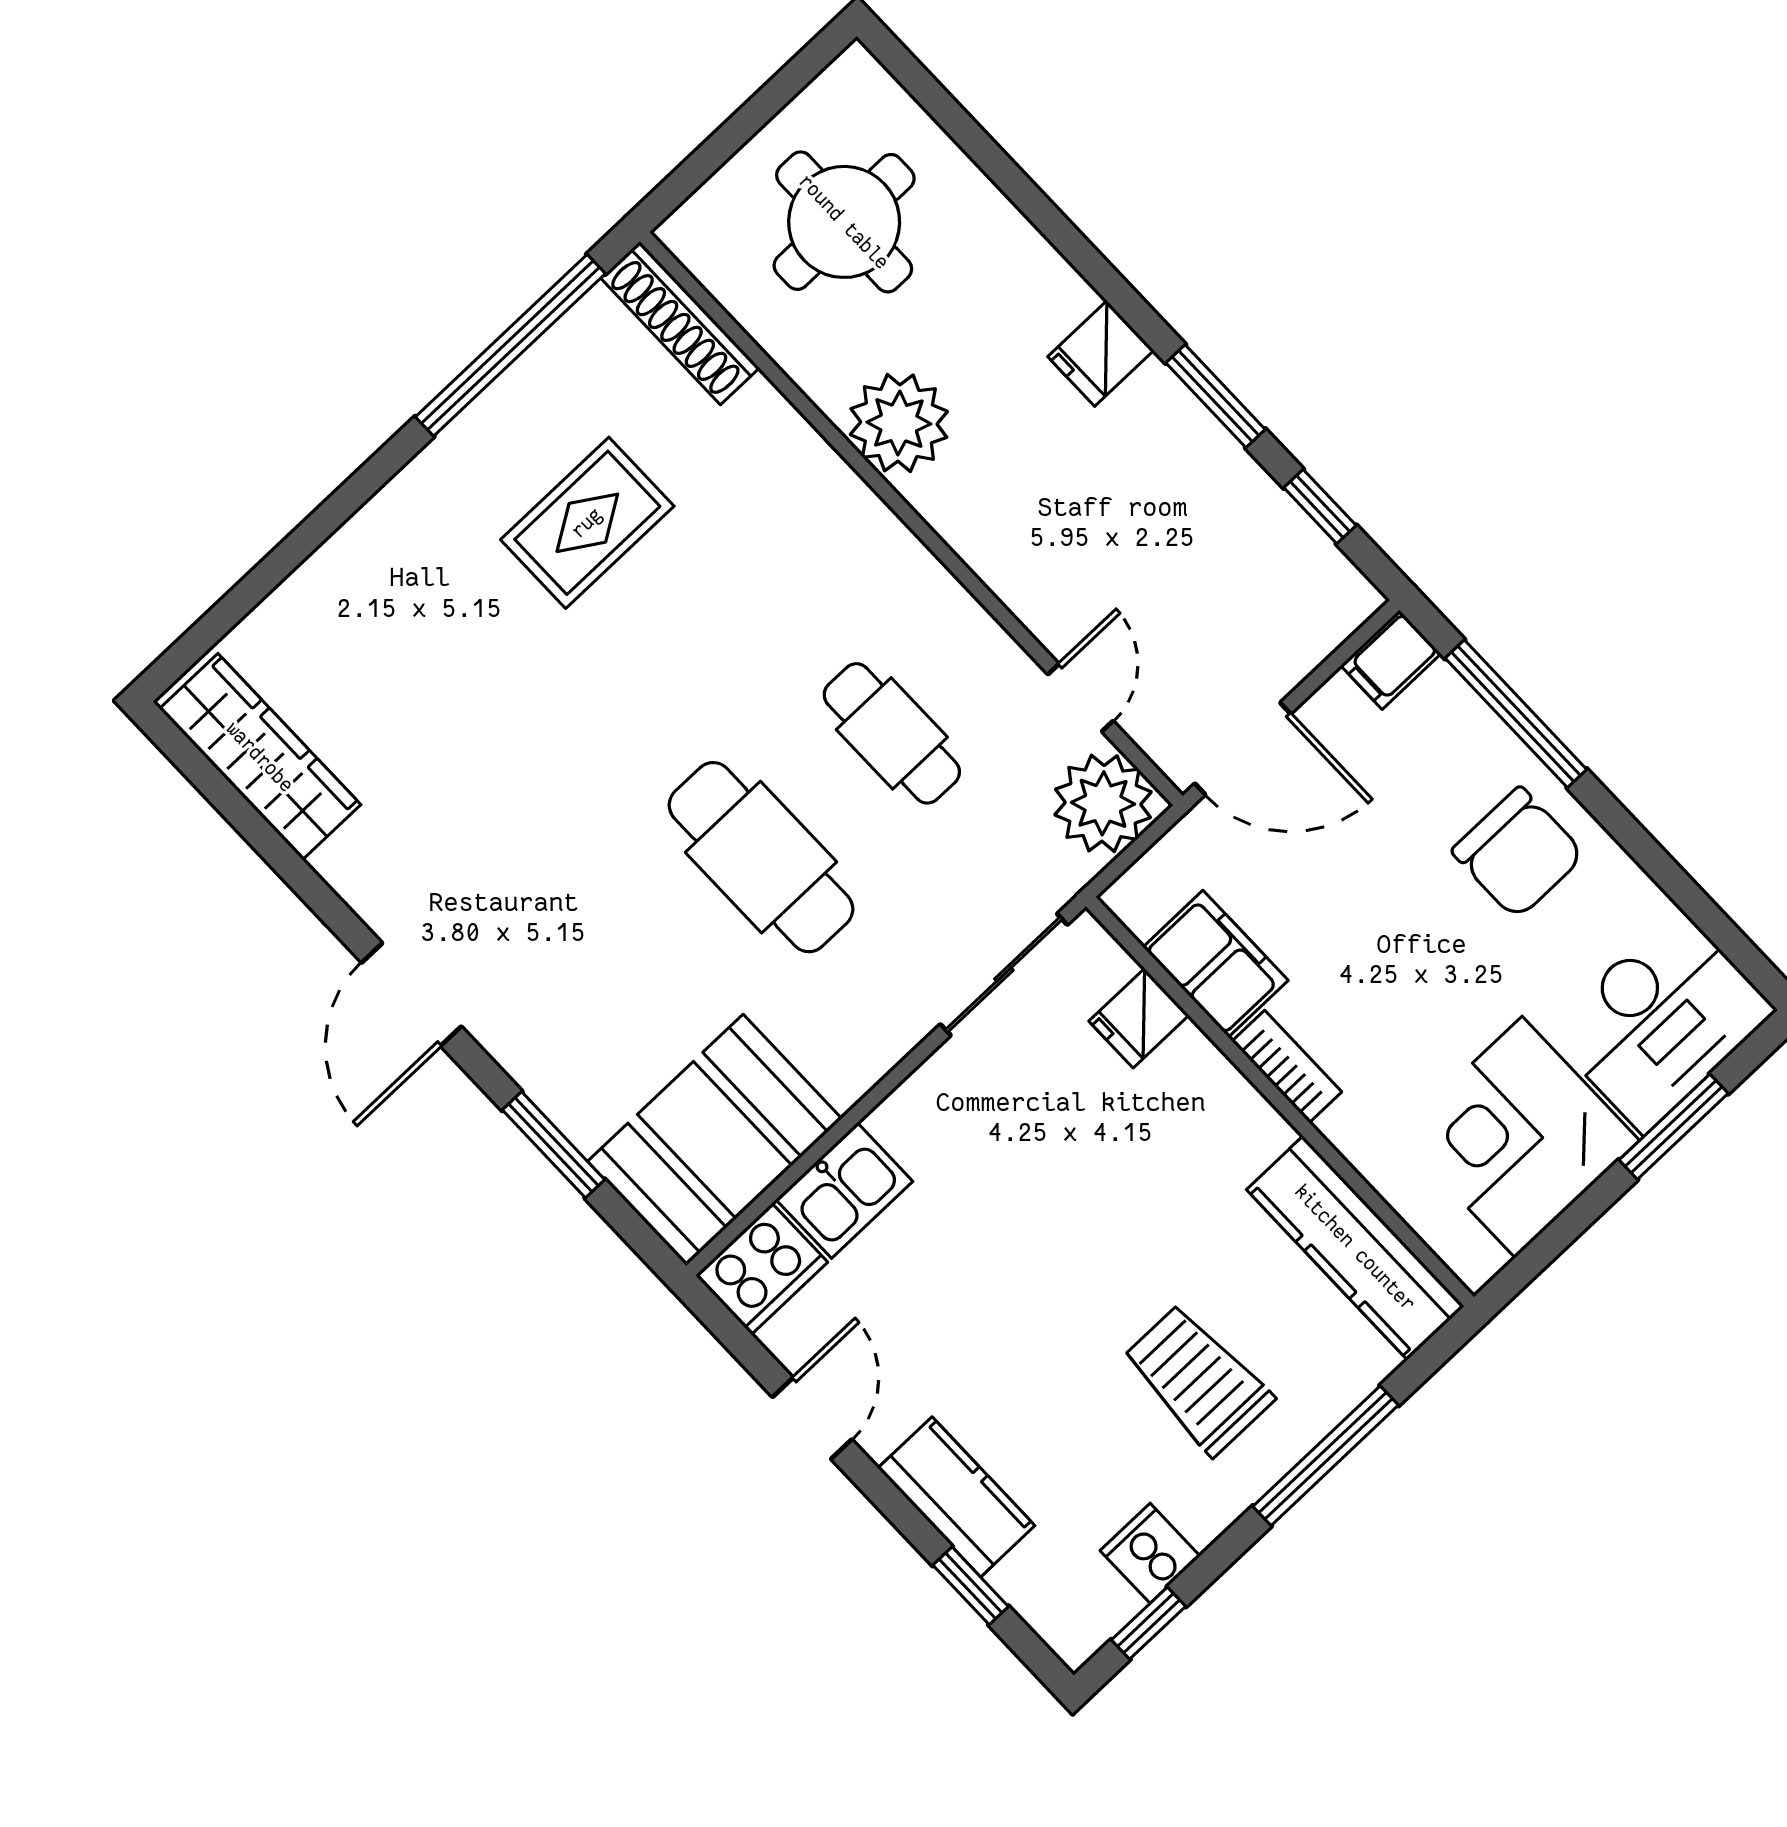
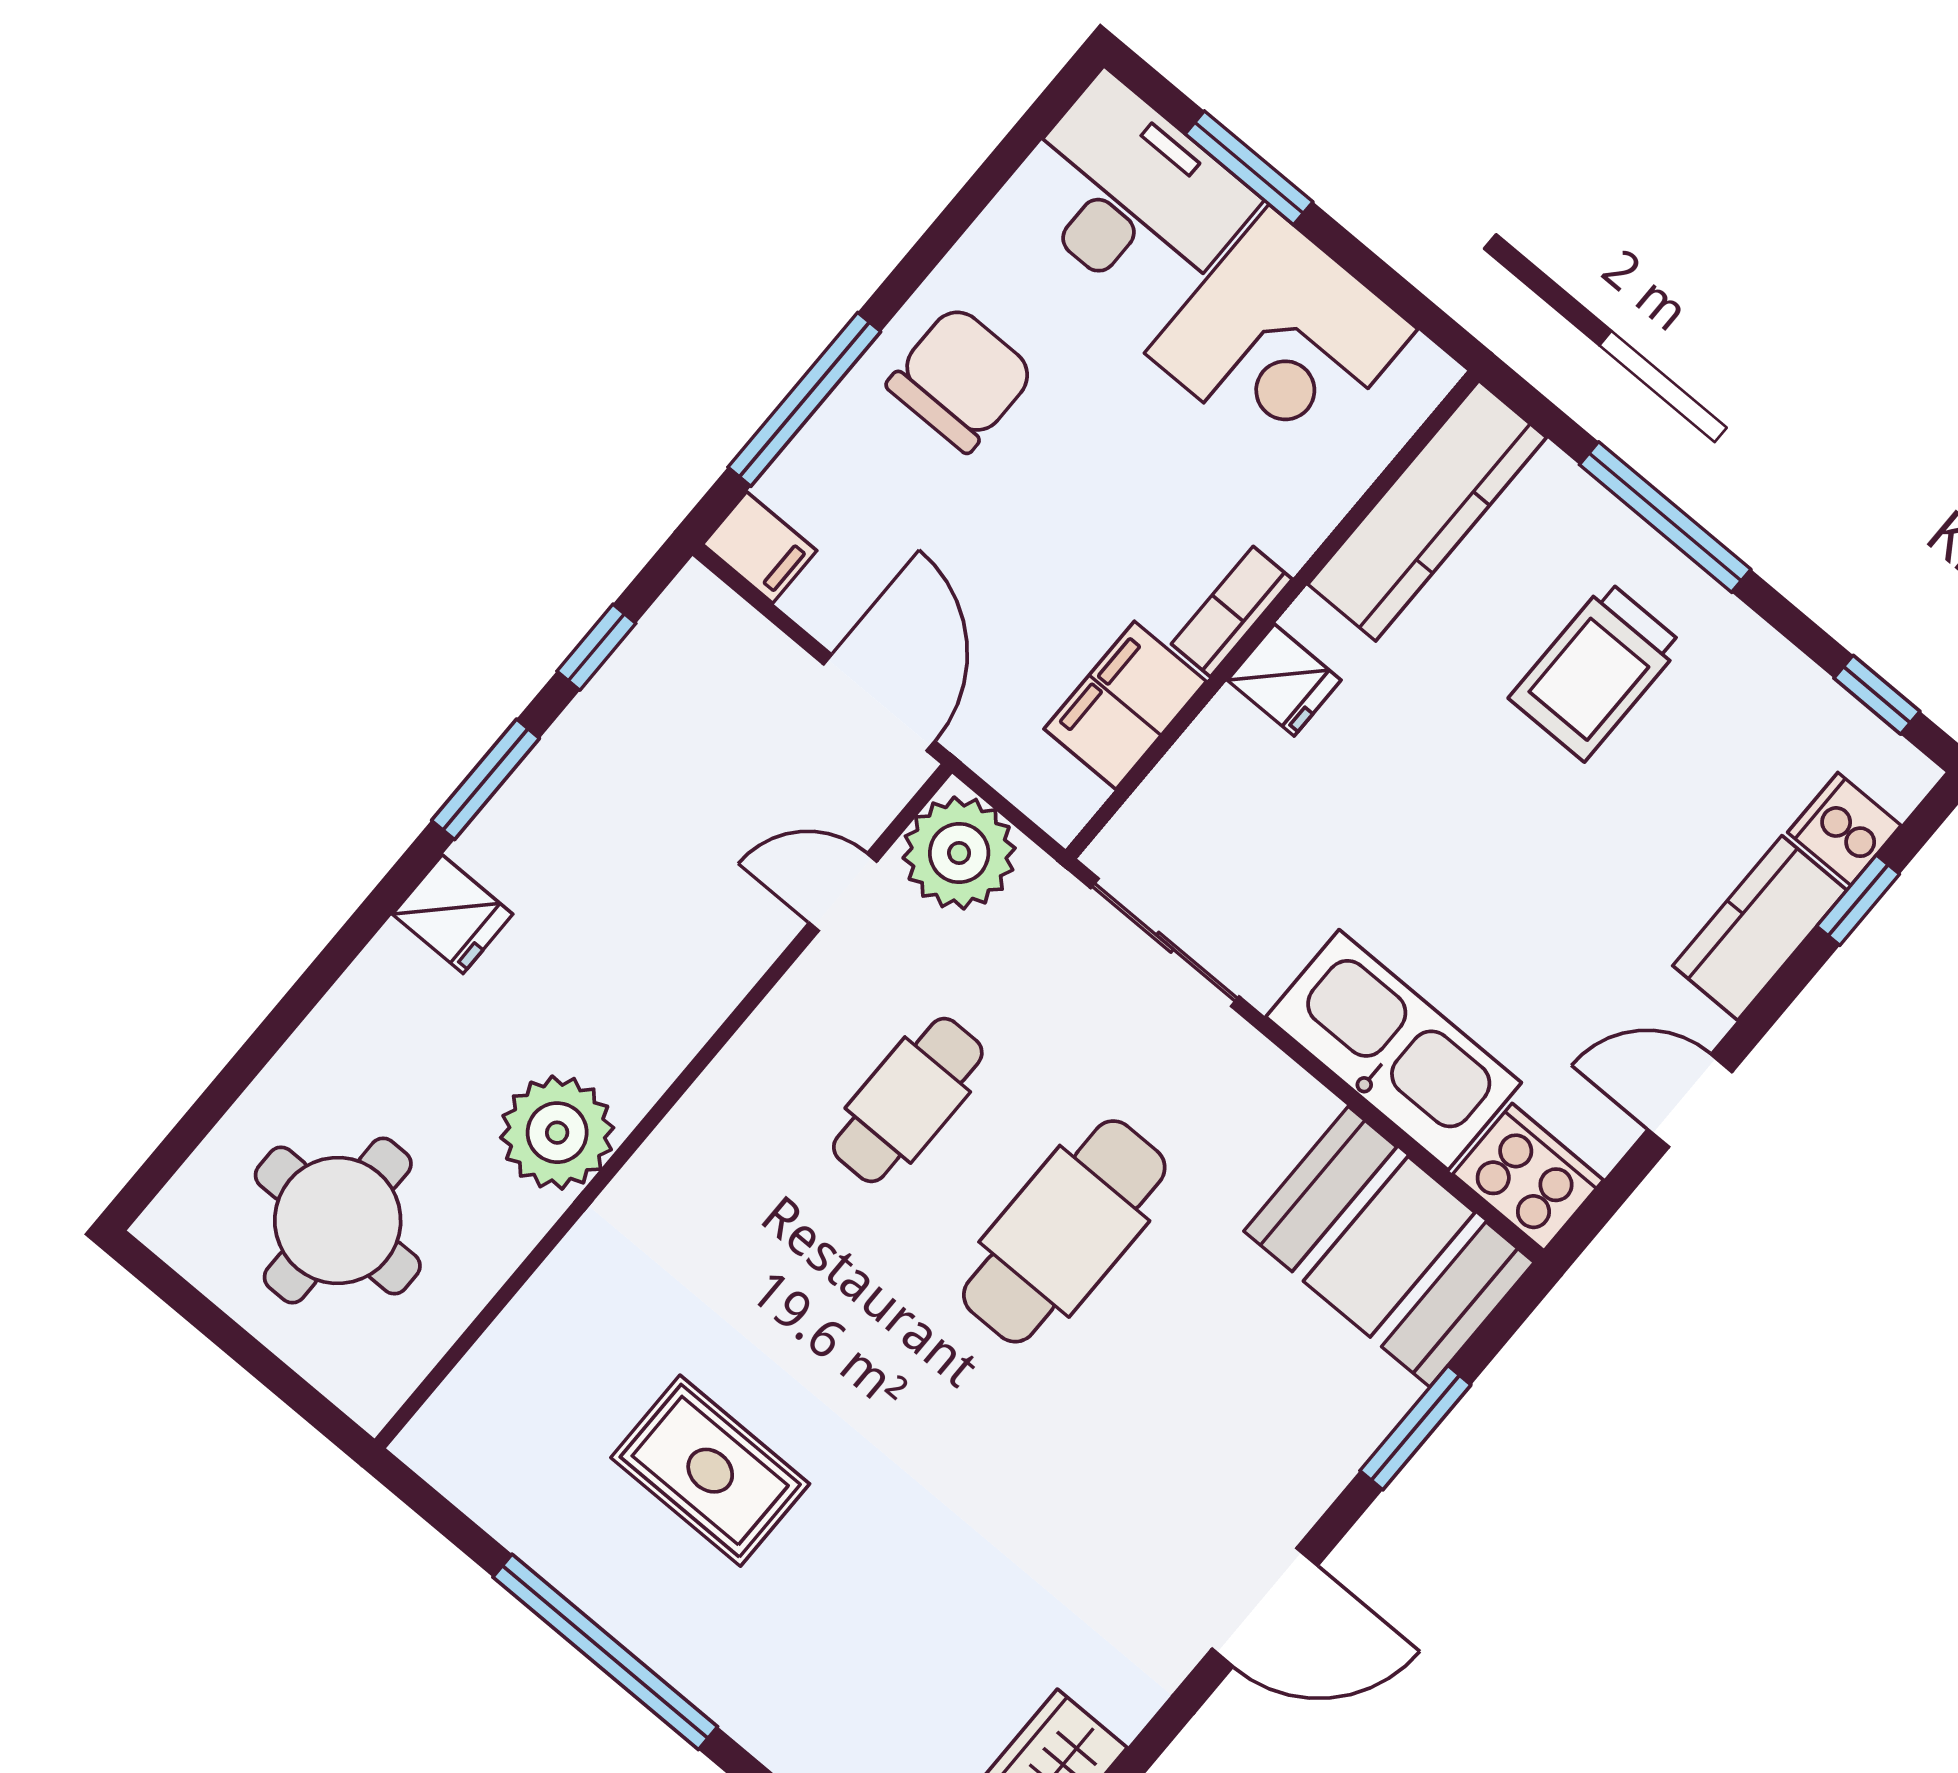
shoe rack: (680, 323) -> (473, 1392), removed
window: (510, 345) -> (605, 1652), moved
fridge: (1139, 1018) -> (1284, 680), moved
kitchen sink: (844, 1190) -> (1394, 1050), width x1.88, depth x1.24
cooker: (1150, 1553) -> (1844, 829), moved, turned 90

